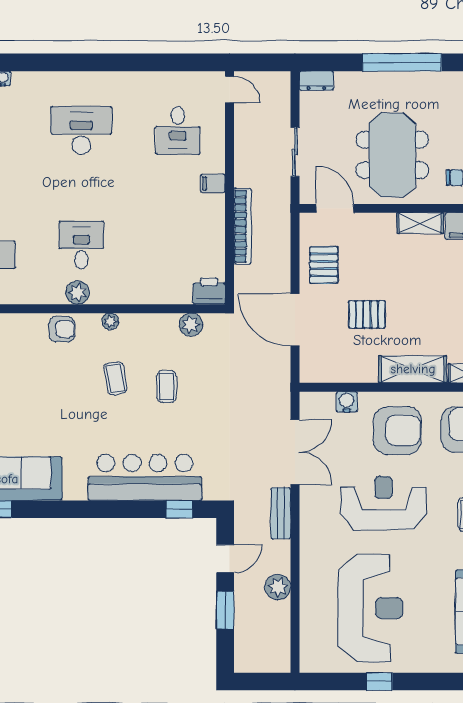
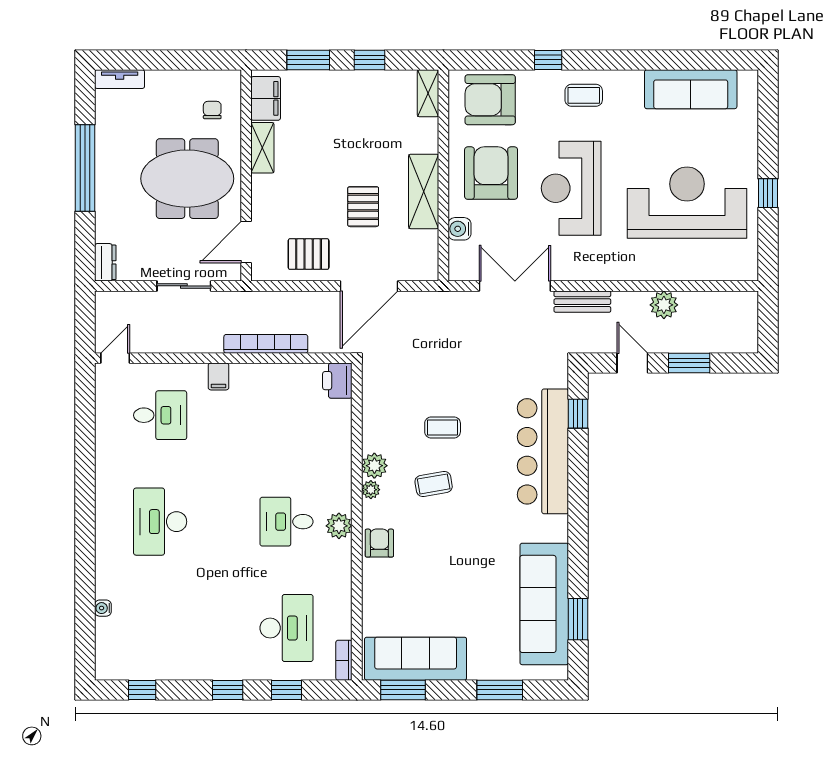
plant: (191, 325) -> (374, 466), moved
shelving: (413, 369) -> (424, 191), moved

